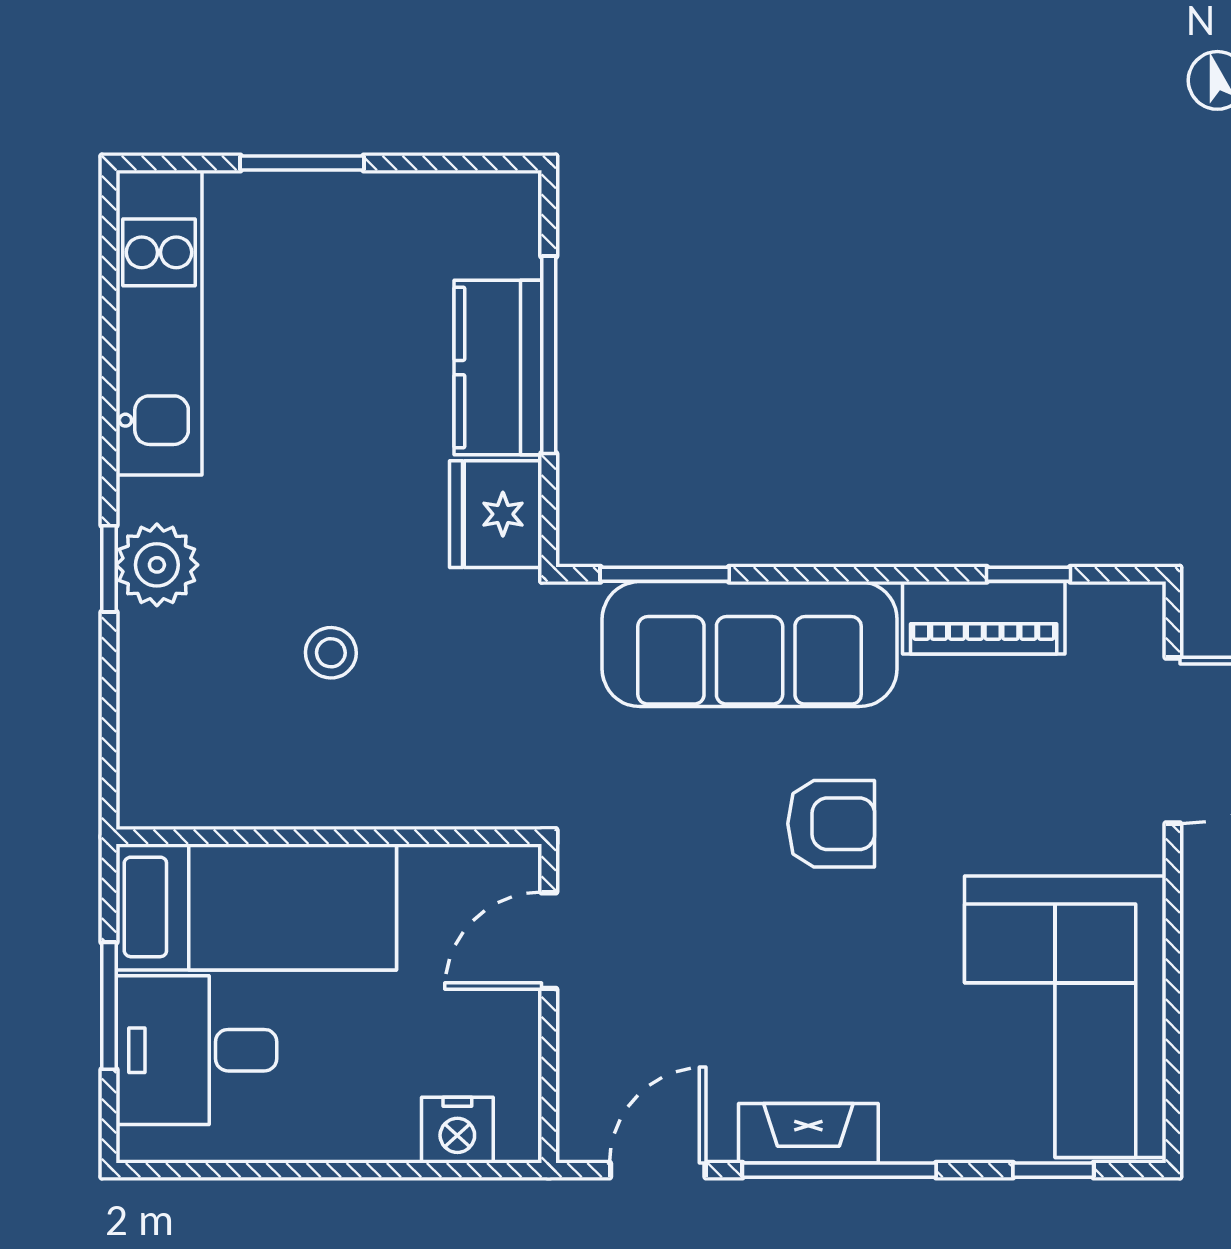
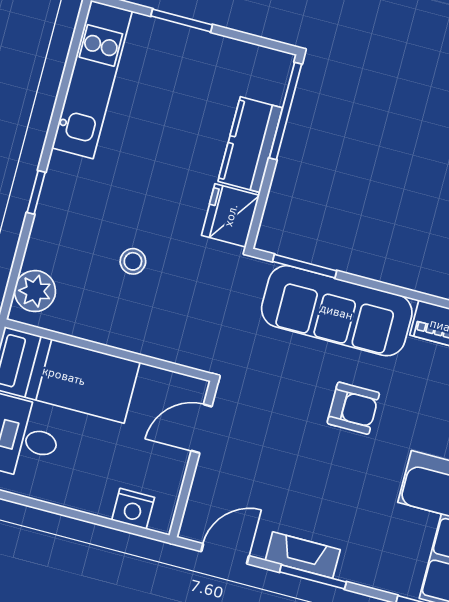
window: (549, 355) -> (285, 111), moved
plant: (157, 565) -> (35, 291), moved
window: (839, 1170) -> (313, 577), width x0.69

